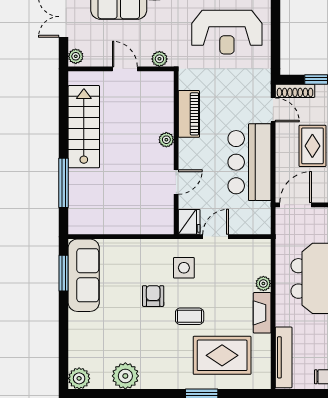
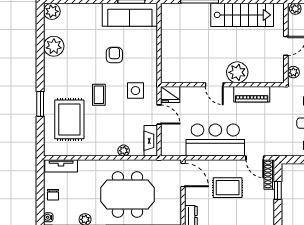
door: (273, 110) -> (255, 158), hinge flipped
plant: (166, 140) -> (237, 72), width x1.87, depth x1.87
door: (176, 182) -> (214, 85), moved
armchair: (153, 296) -> (114, 55), moved, turned -90
fireplace: (262, 313) -> (151, 141), moved, turned -90
tv unit: (284, 357) -> (61, 166), width x0.71

